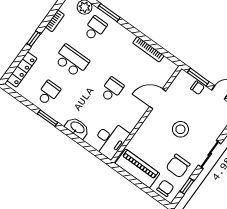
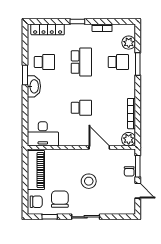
plant: (169, 68) -> (129, 139), added
washbasin: (77, 128) -> (34, 86), moved
chair: (178, 166) -> (60, 199), turned 90

